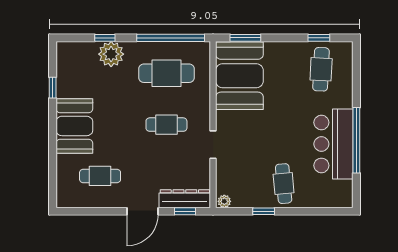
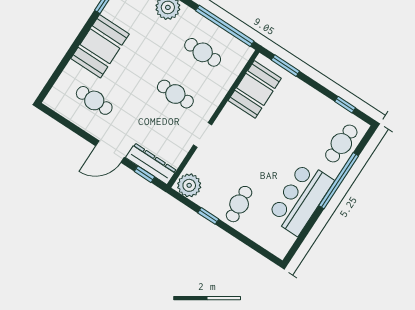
cafe table: (321, 69) -> (341, 144), moved
cafe table: (166, 73) -> (203, 52), width x0.73, depth x0.74
booth: (239, 76) -> (255, 89), width x0.73, depth x0.70
window: (356, 140) -> (339, 181), moved
plant: (224, 201) -> (189, 185), width x1.87, depth x1.87

